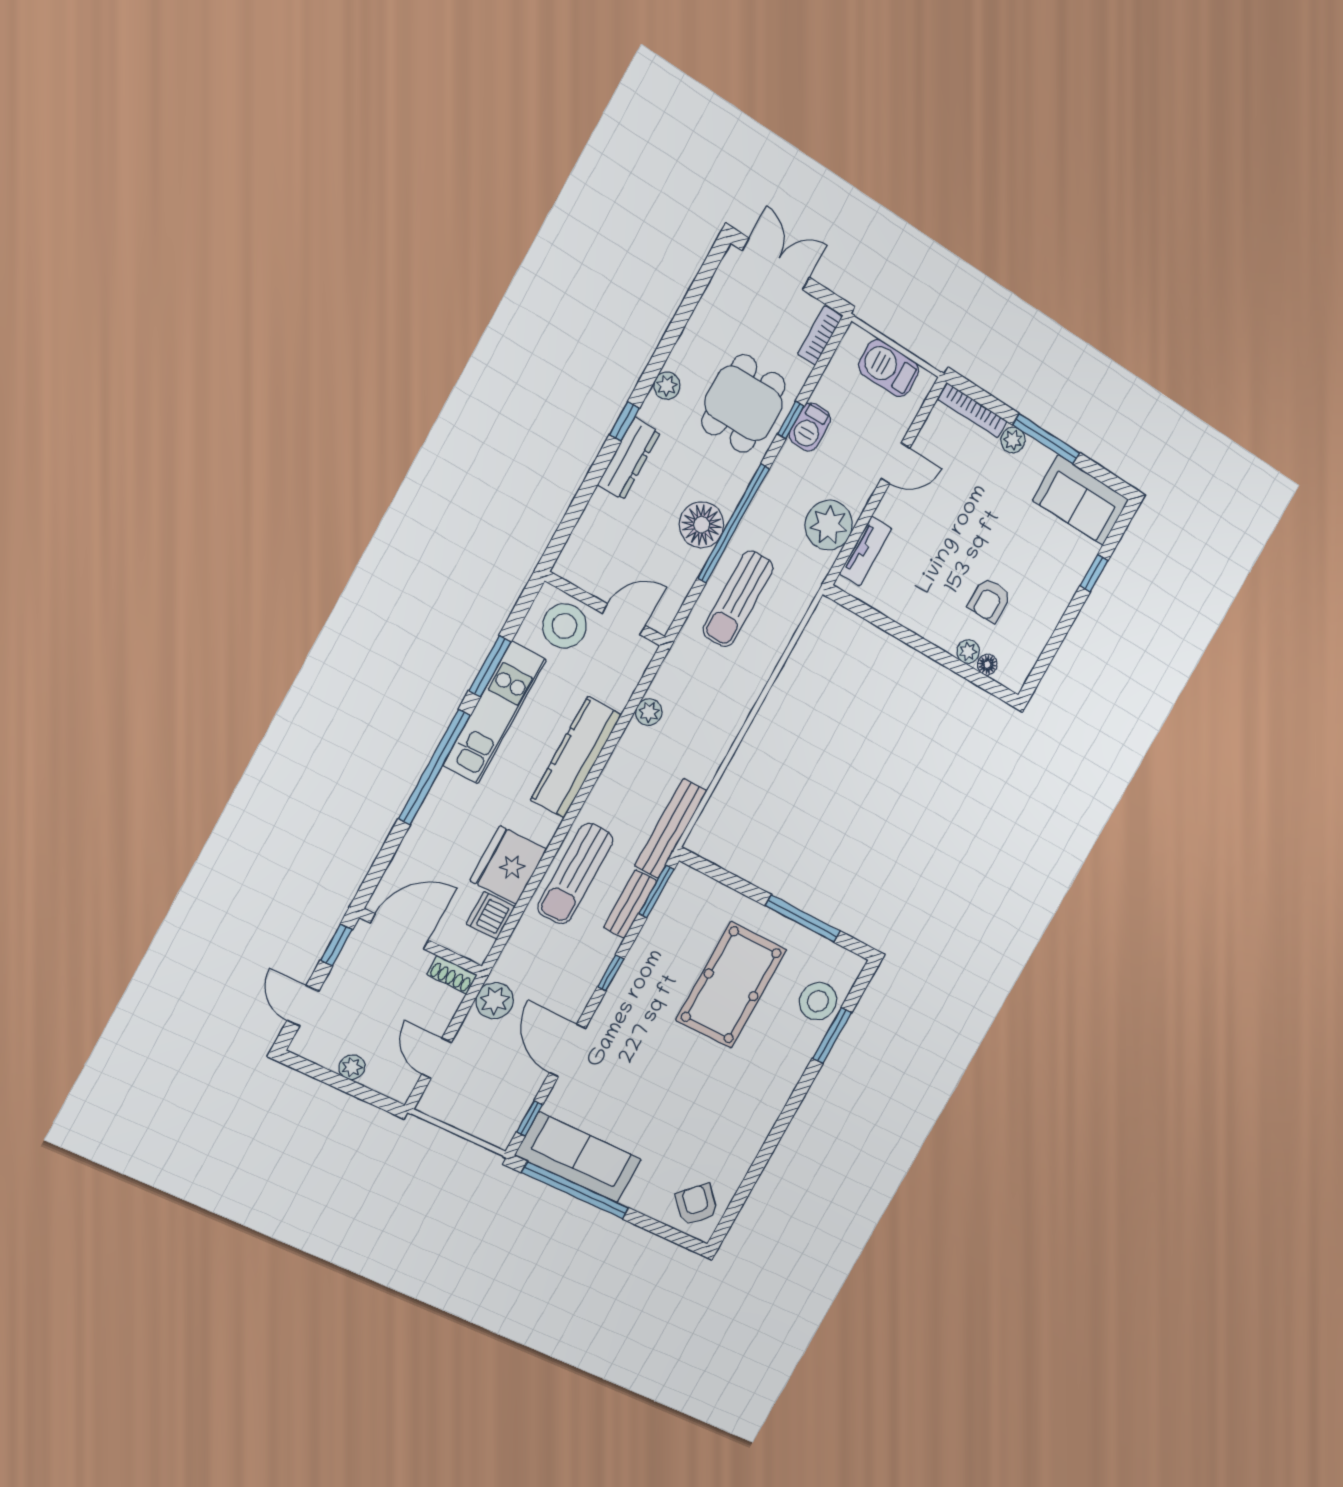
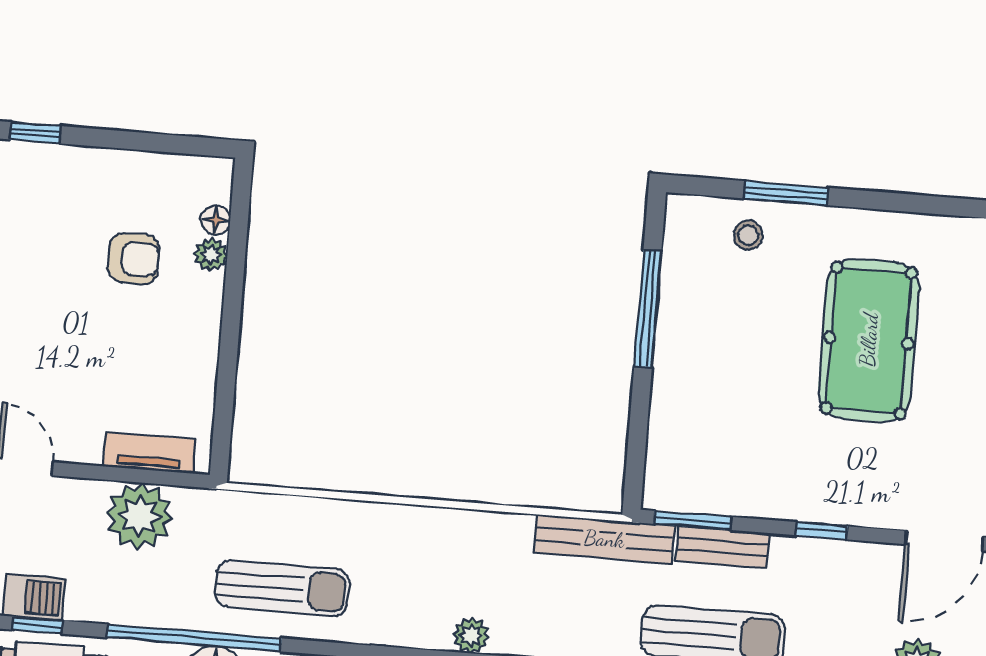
pool table: (731, 985) -> (869, 340), moved, turned 90
stool: (818, 1001) -> (748, 235), width x0.53, depth x0.53

